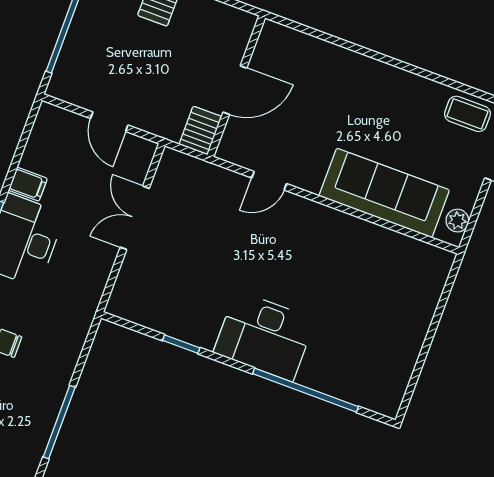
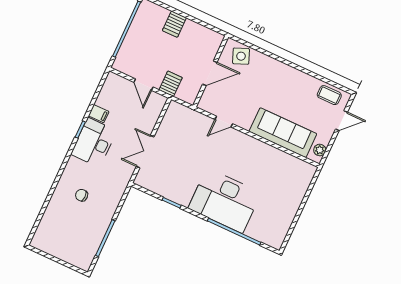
side table: (292, 52) -> (241, 56), added
server rack: (200, 130) -> (171, 84), moved
double door: (135, 218) -> (145, 152), moved
desk: (264, 336) -> (225, 201), width x1.36, depth x1.30

